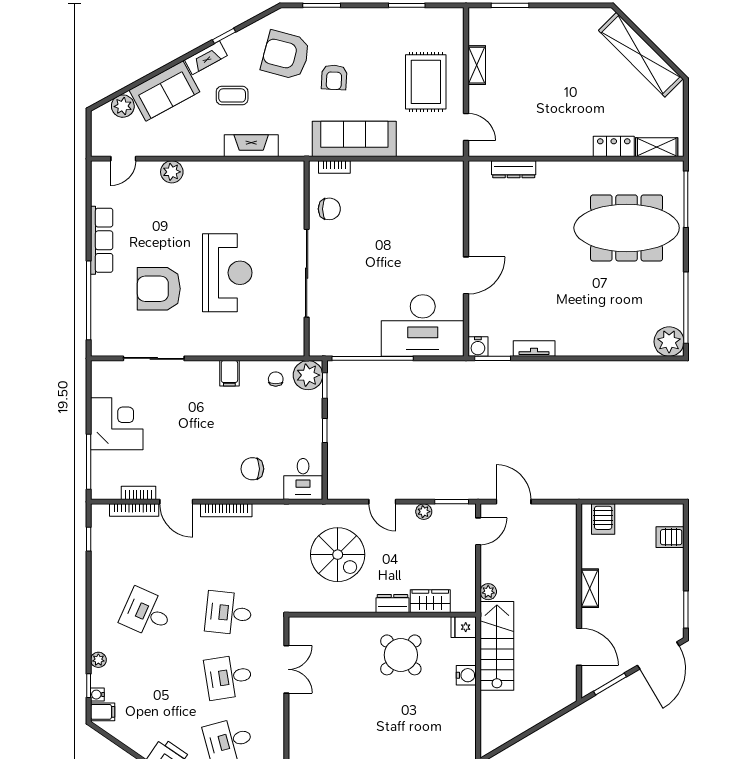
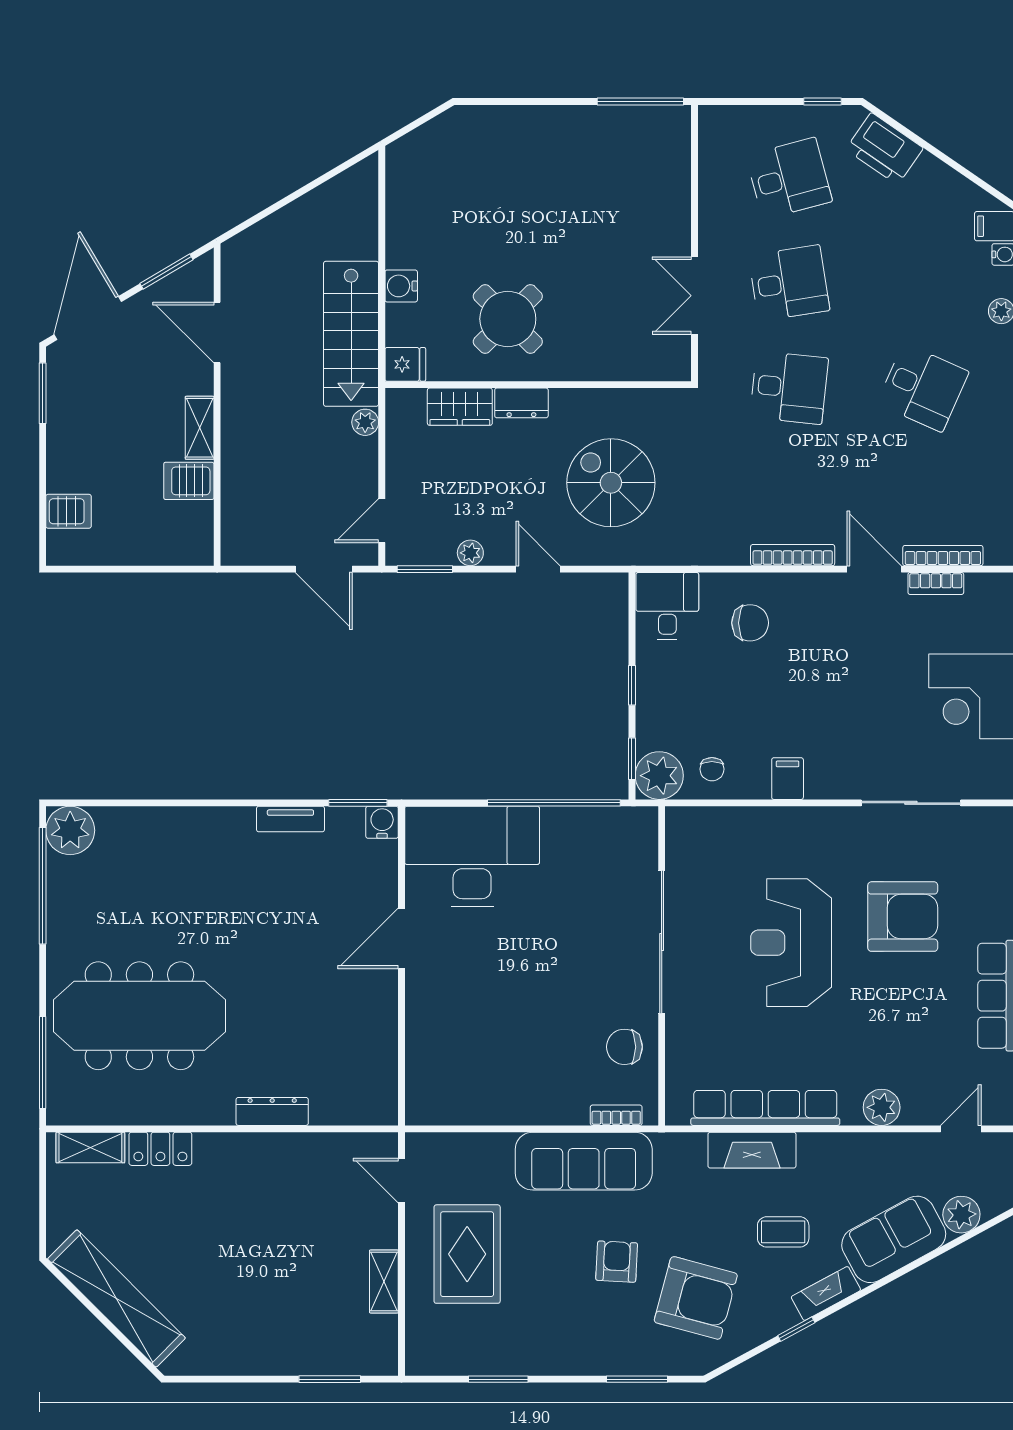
dresser: (514, 169) -> (272, 1111), moved
row of seats: (243, 171) -> (765, 1108), added
server rack: (603, 519) -> (189, 481), moved, turned -90

